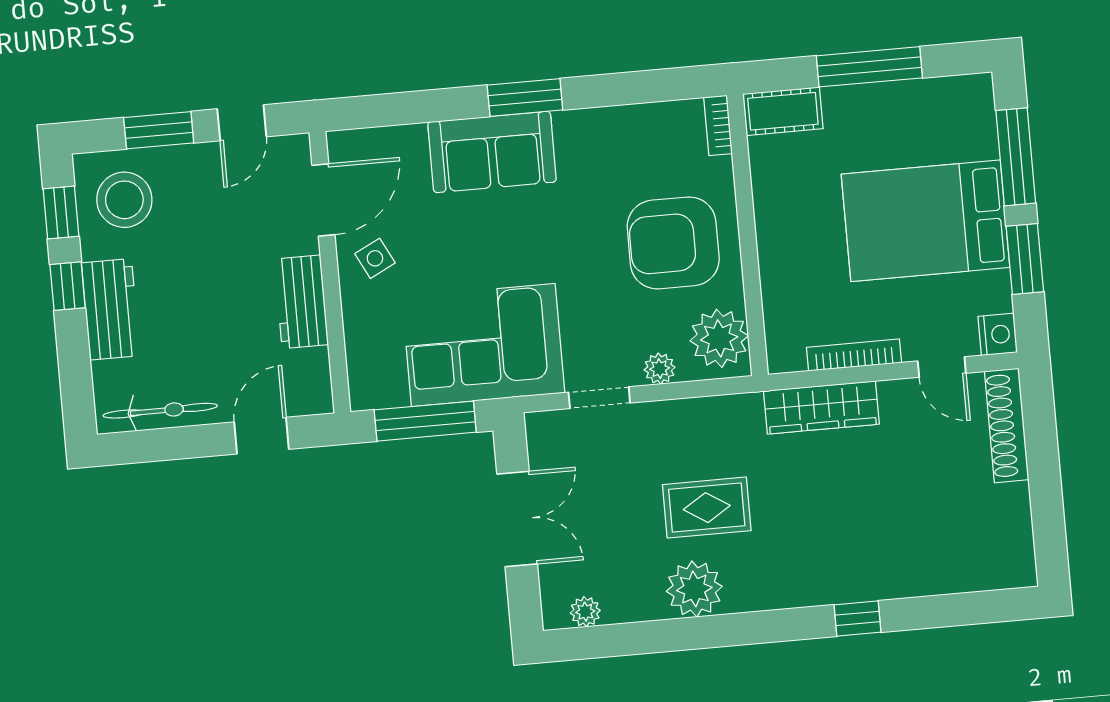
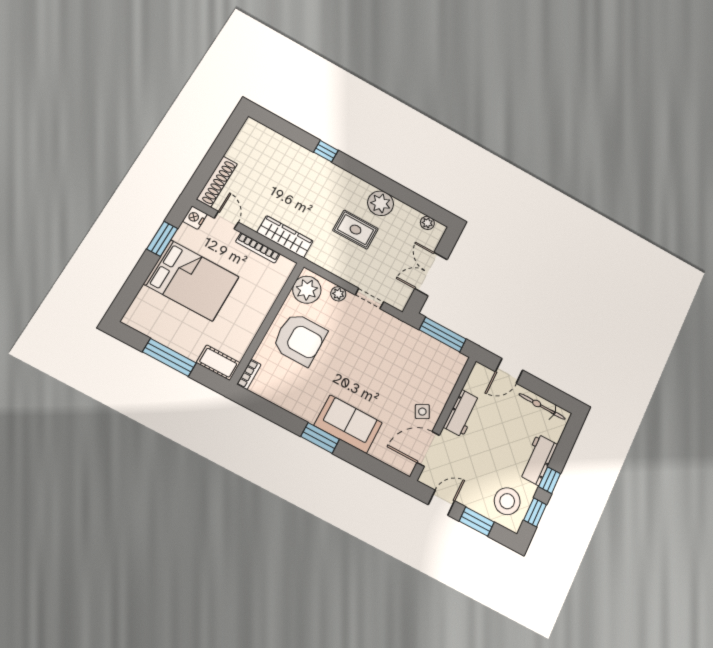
window: (1016, 157) -> (136, 281), removed
corner sofa: (483, 345) -> (401, 349), removed

